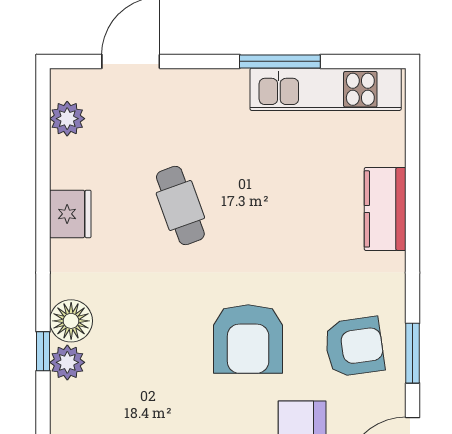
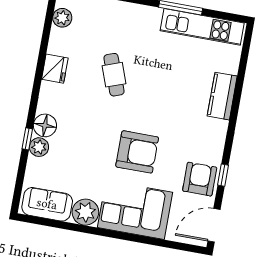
armchair: (248, 339) -> (137, 152), turned -90
armchair: (354, 347) -> (200, 179), moved, turned -82
window: (413, 353) -> (223, 175), width x0.67

